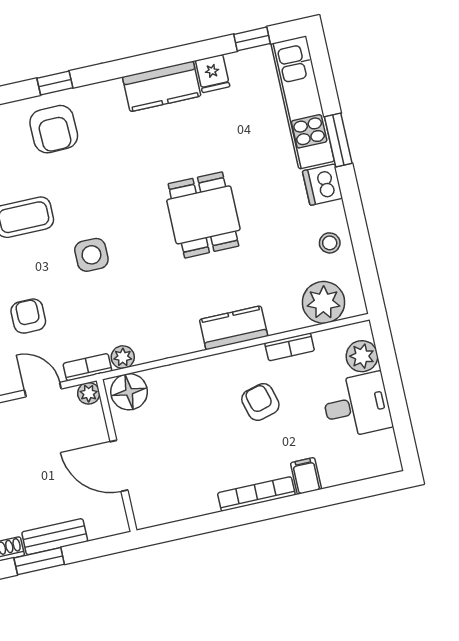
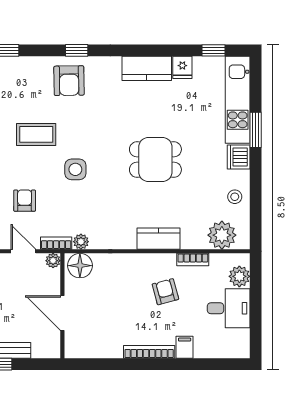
dining table: (203, 215) -> (155, 160), turned 90

